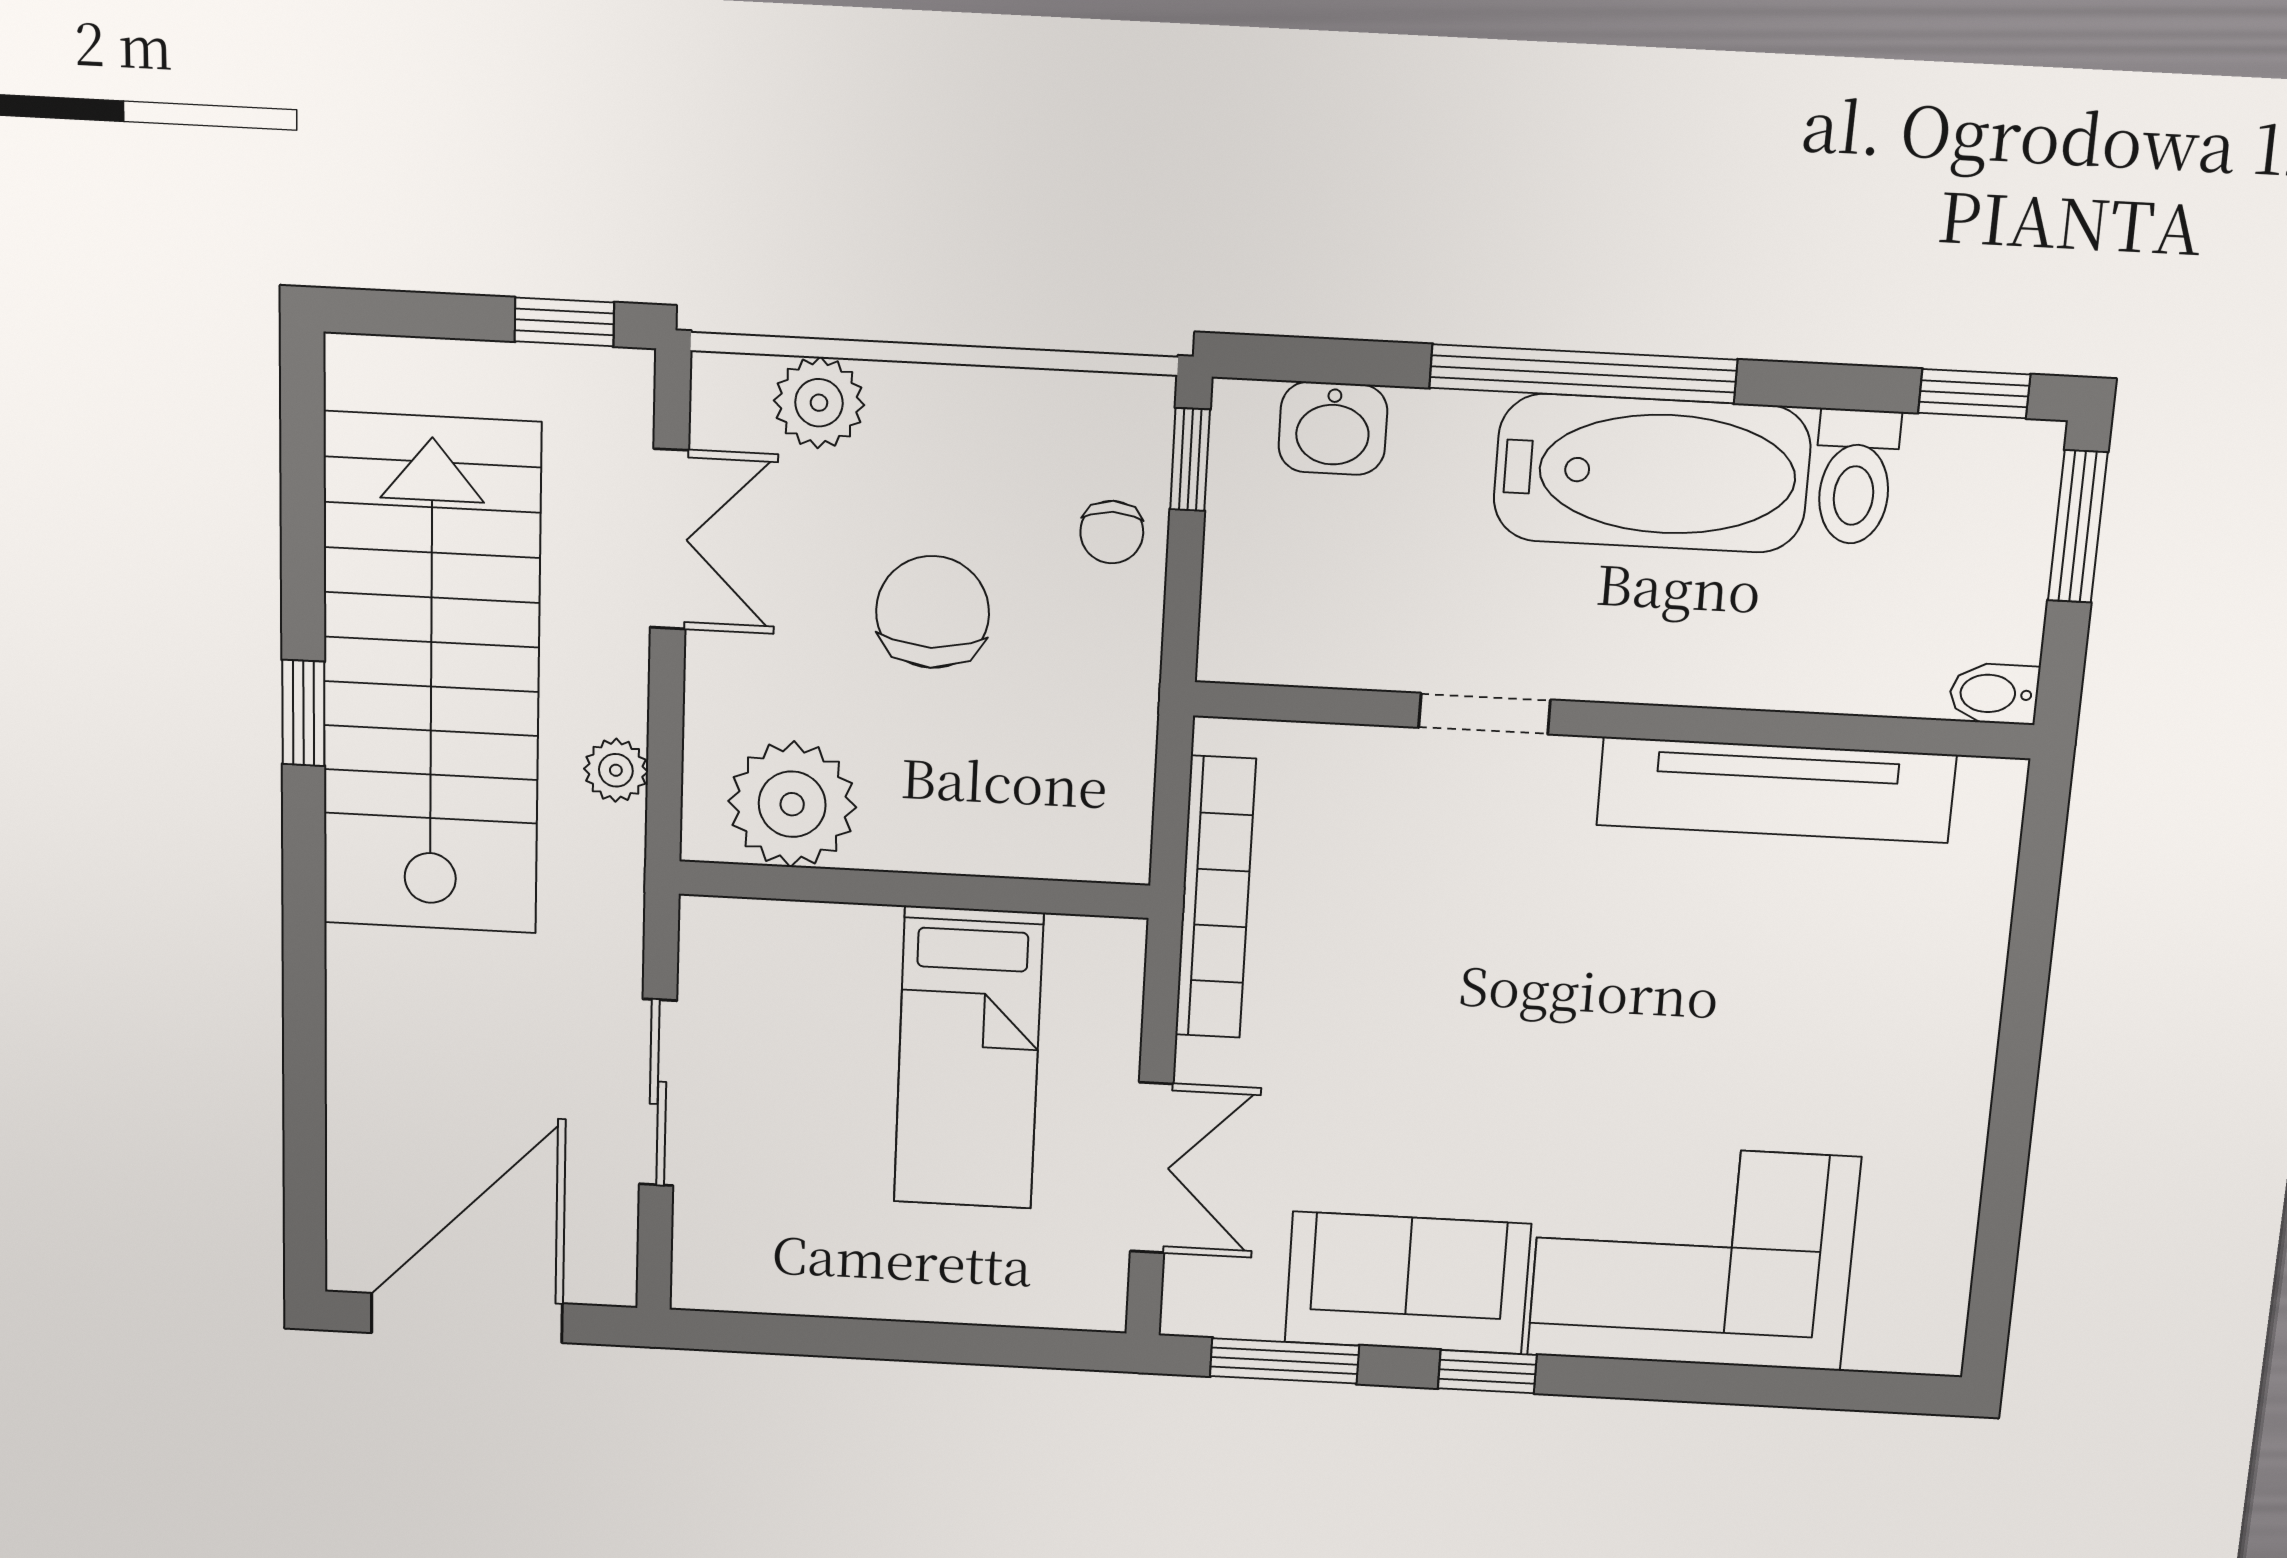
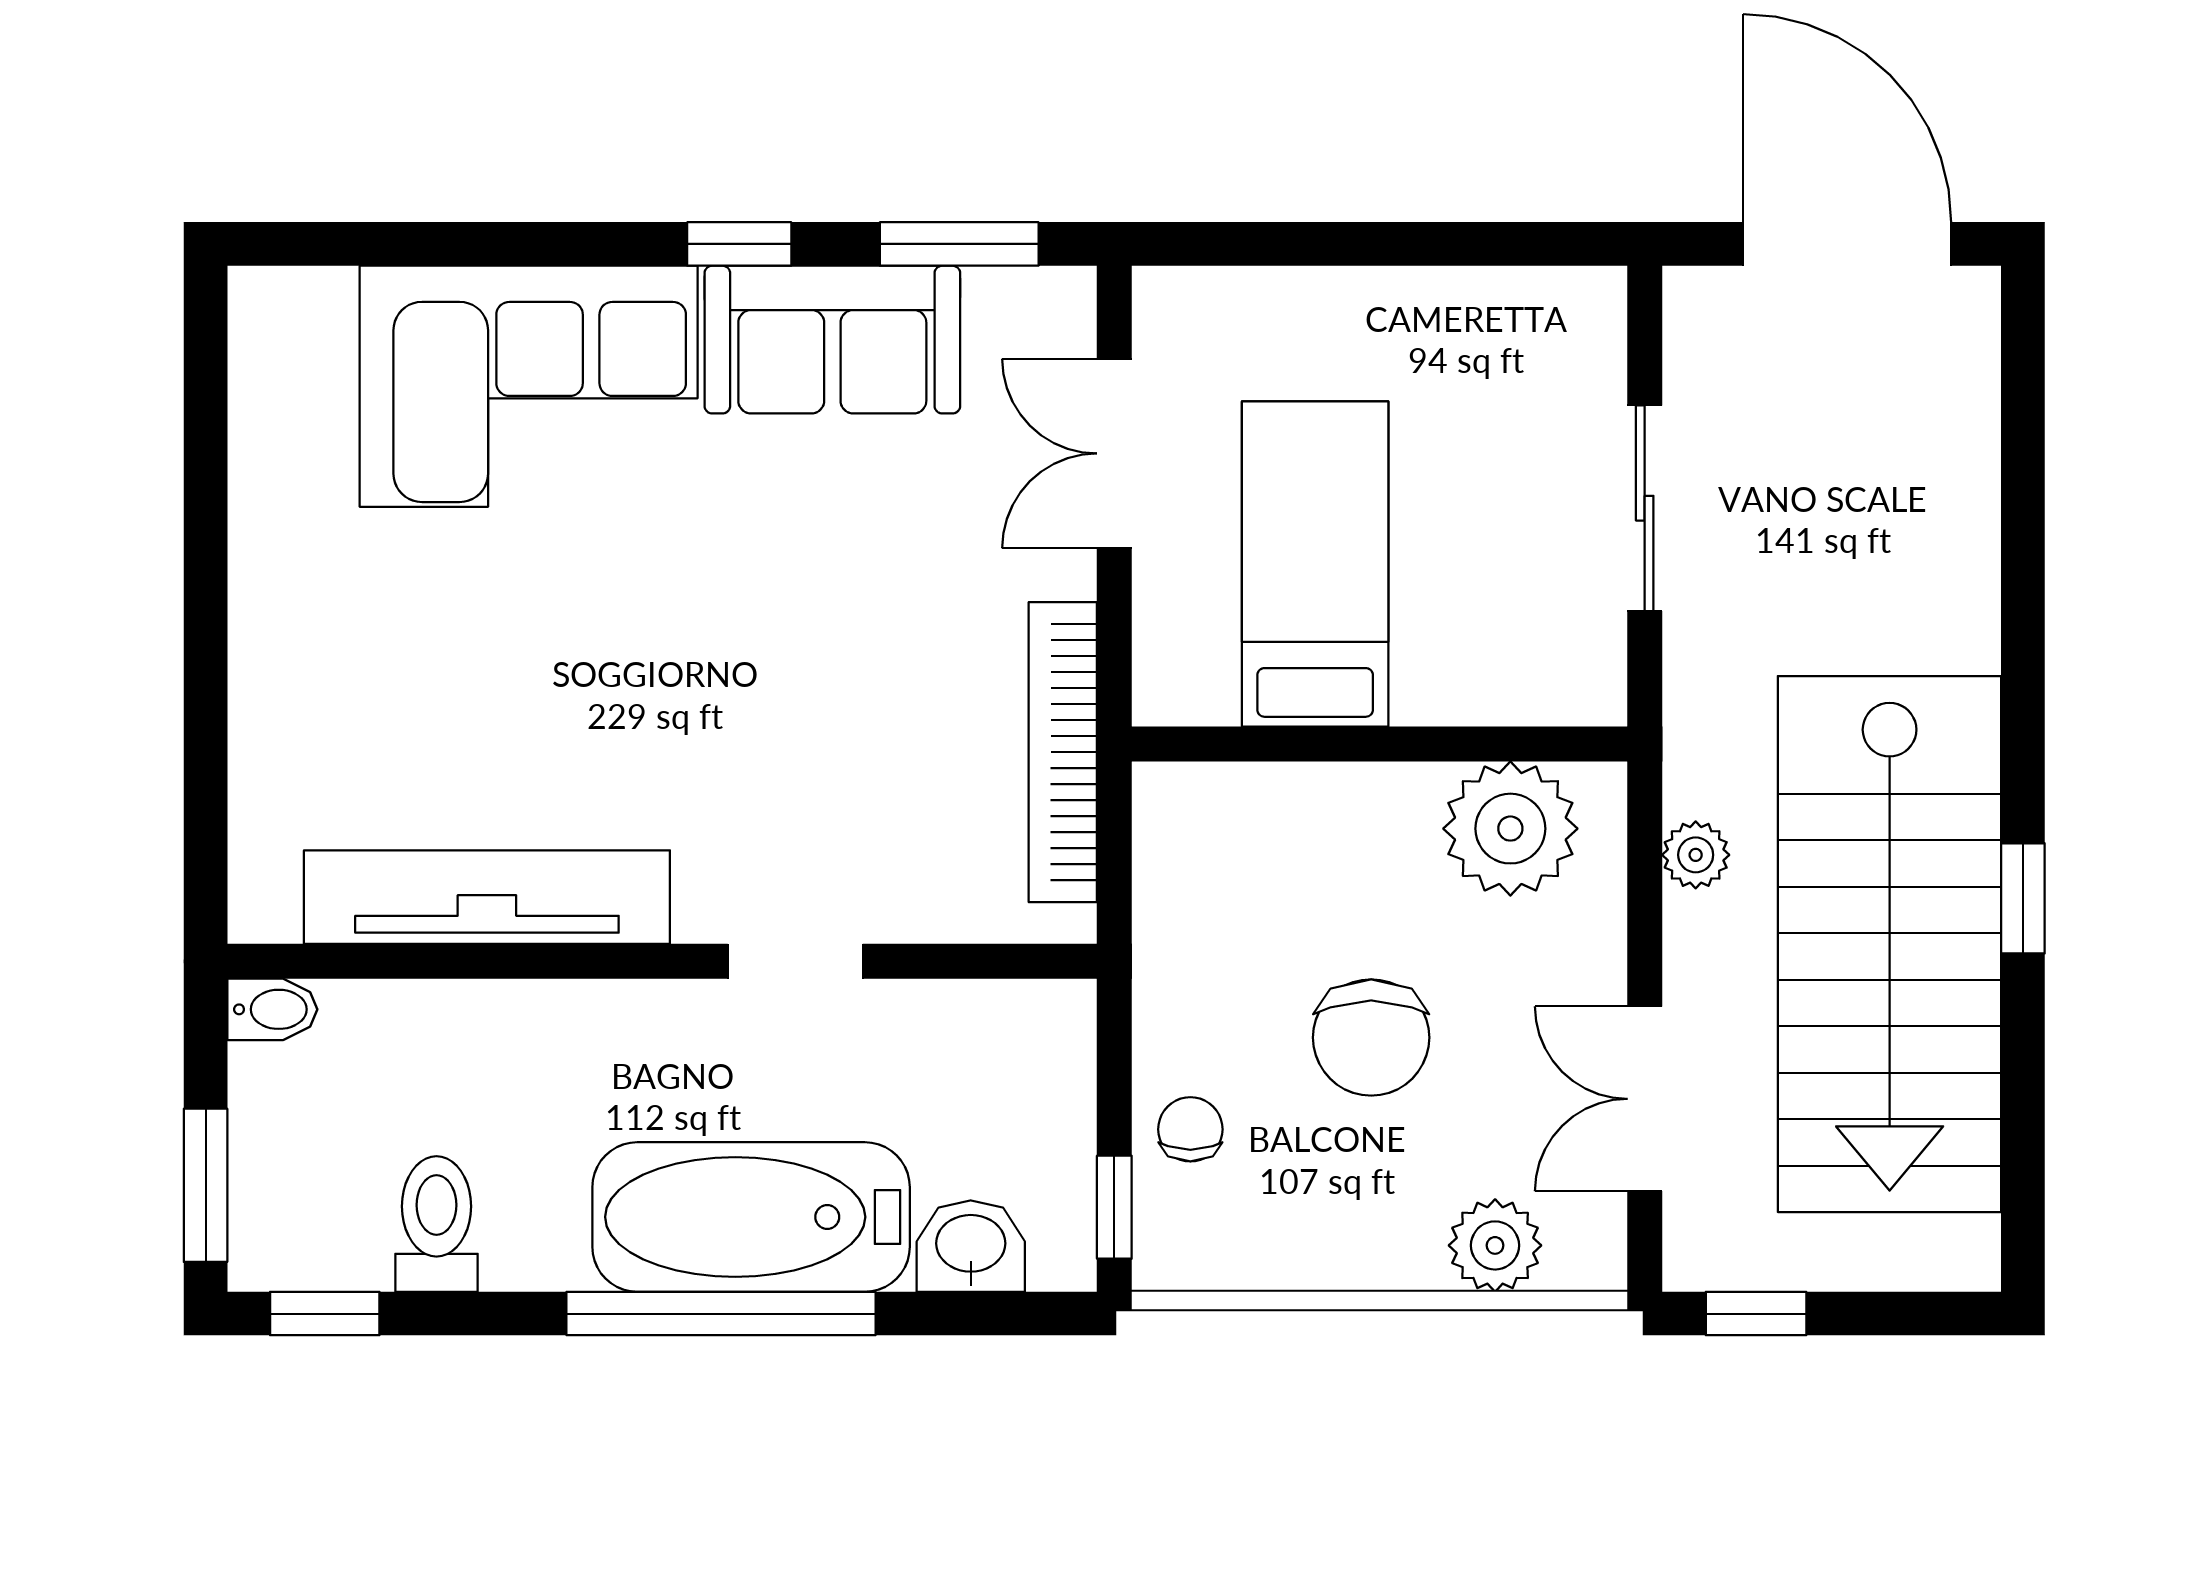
bathtub: (1652, 473) -> (751, 1217), moved
door: (467, 1318) -> (1847, 244), swing flipped

